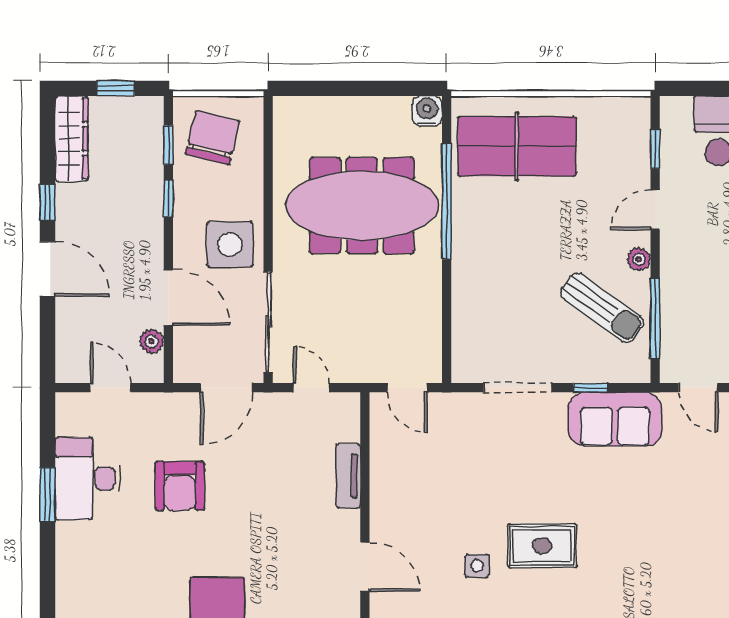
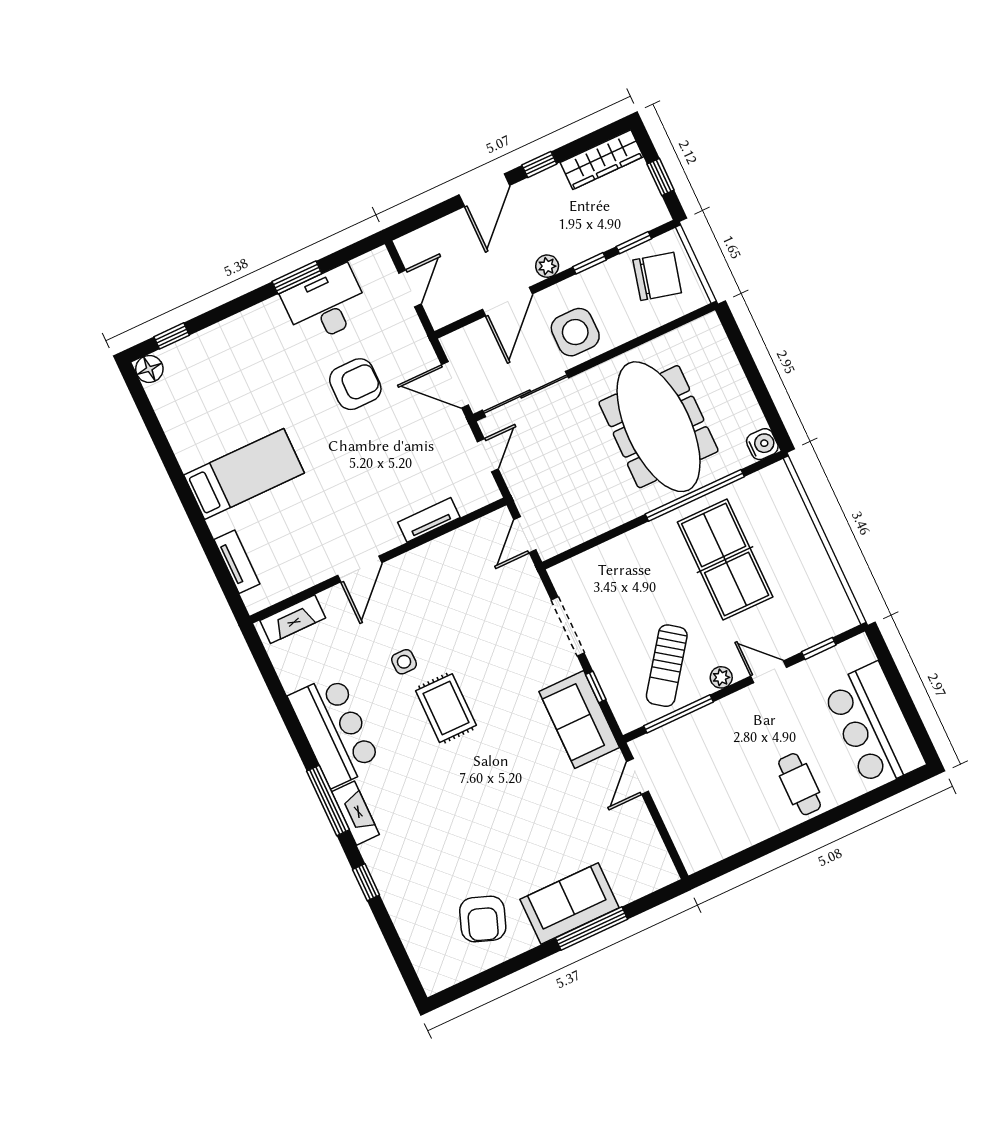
table tennis table: (517, 146) -> (725, 560), moved
plant: (152, 341) -> (547, 266), moved
armchair: (180, 486) -> (355, 384), turned 180

